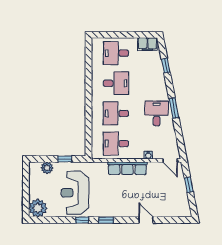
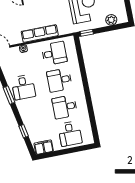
desk: (116, 53) -> (70, 134), turned 90
desk: (116, 113) -> (59, 80), turned 180
window: (65, 159) -> (87, 33), moved

